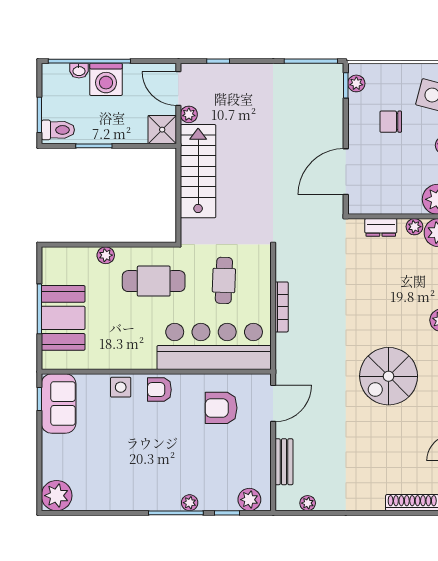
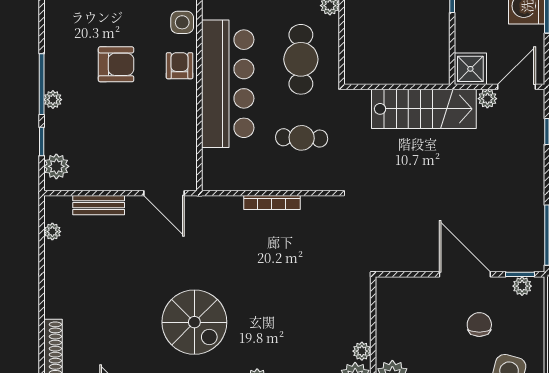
door: (346, 172) -> (465, 274), moved
dresser: (381, 227) -> (361, 313), removed
bar counter: (214, 346) -> (228, 84), moved
spiral stairs: (389, 376) -> (194, 322), turned 180
armchair: (221, 408) -> (116, 64), moved, turned 90

